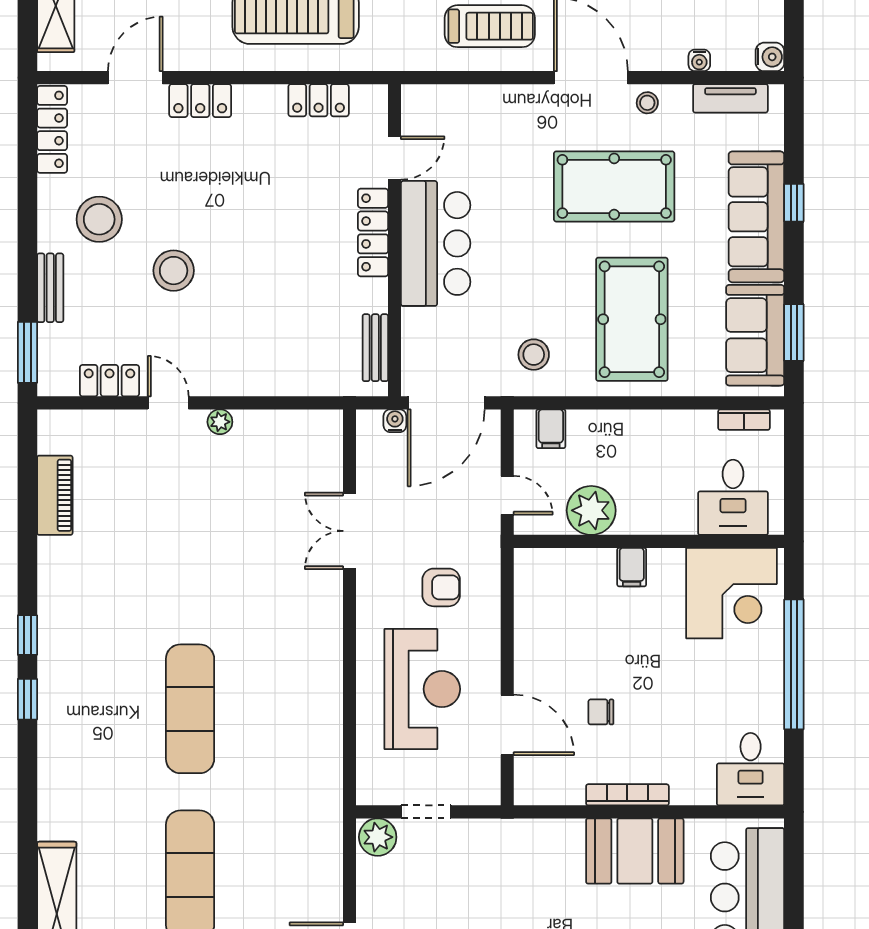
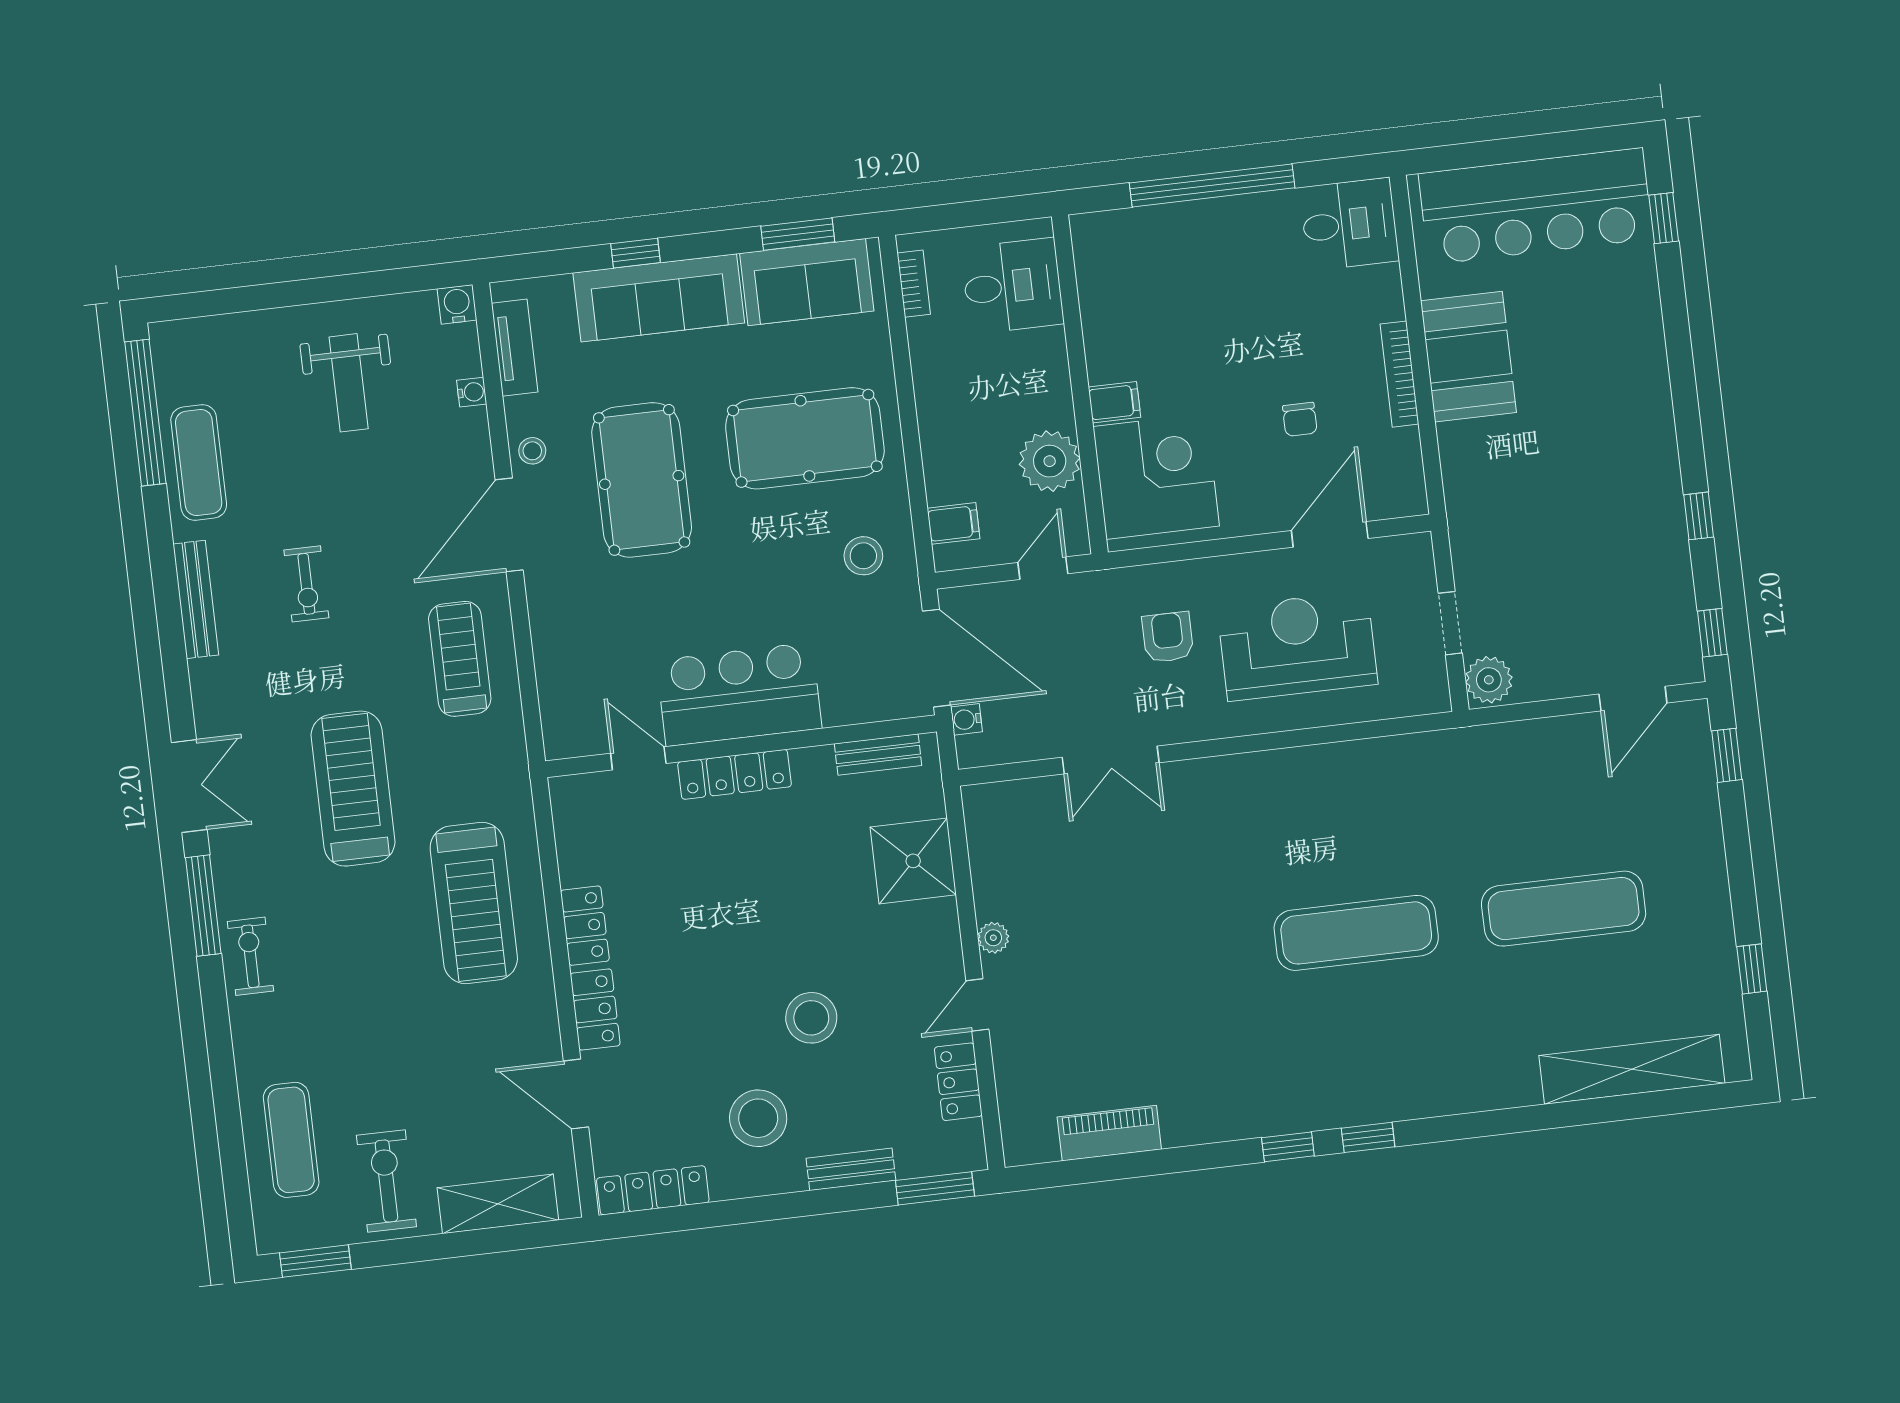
locker: (319, 100) -> (585, 926), moved
shower: (288, 366) -> (913, 861), added
corner desk: (732, 593) -> (1156, 476), moved

